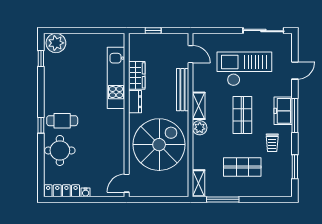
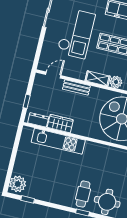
checkout: (244, 69) -> (76, 33), turned 180
bench: (183, 90) -> (76, 87), width x0.73
dresser: (135, 102) -> (38, 120), moved

